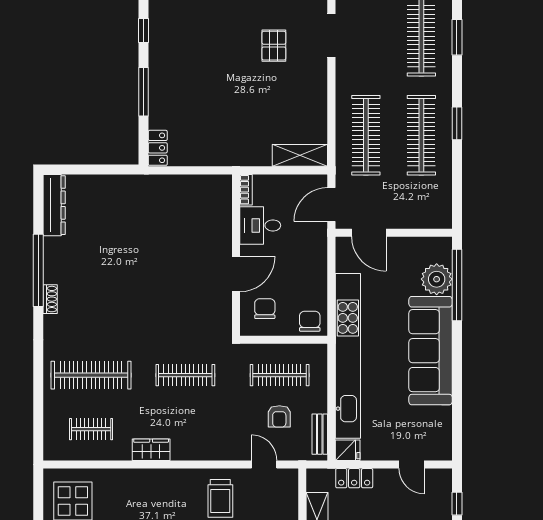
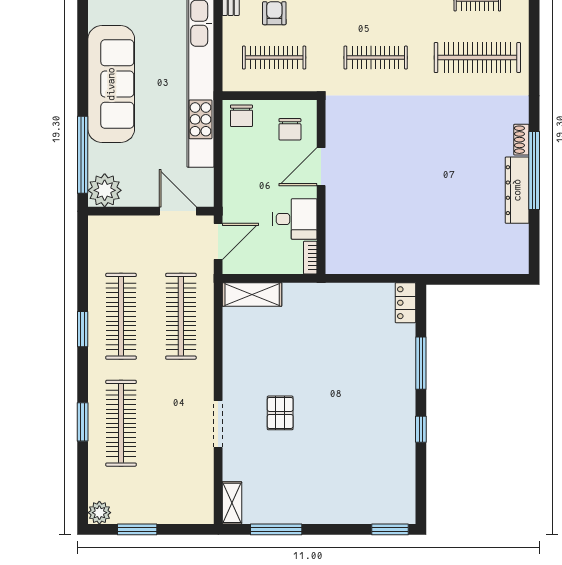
dresser: (54, 205) -> (517, 190), moved
plant: (437, 279) -> (105, 190), moved

